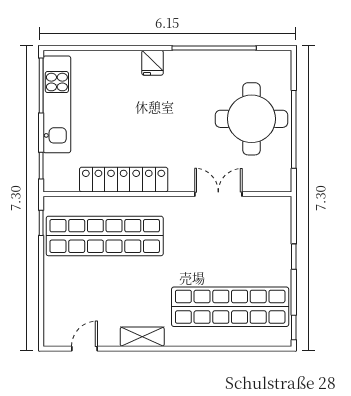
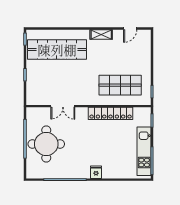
shop shelf: (105, 236) -> (120, 85), width x0.71

